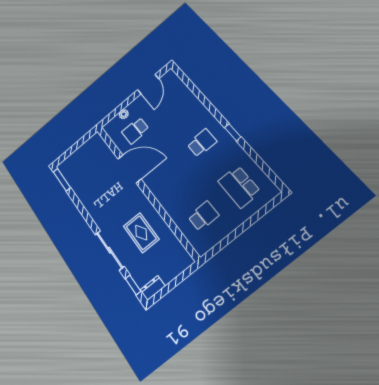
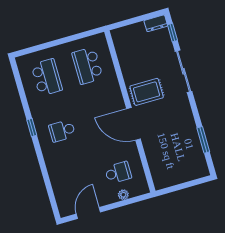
door: (129, 169) -> (134, 124), moved
window: (62, 180) -> (203, 140), moved
school desk: (203, 216) -> (87, 66), width x1.85
rug: (141, 233) -> (147, 92), moved, turned 90

